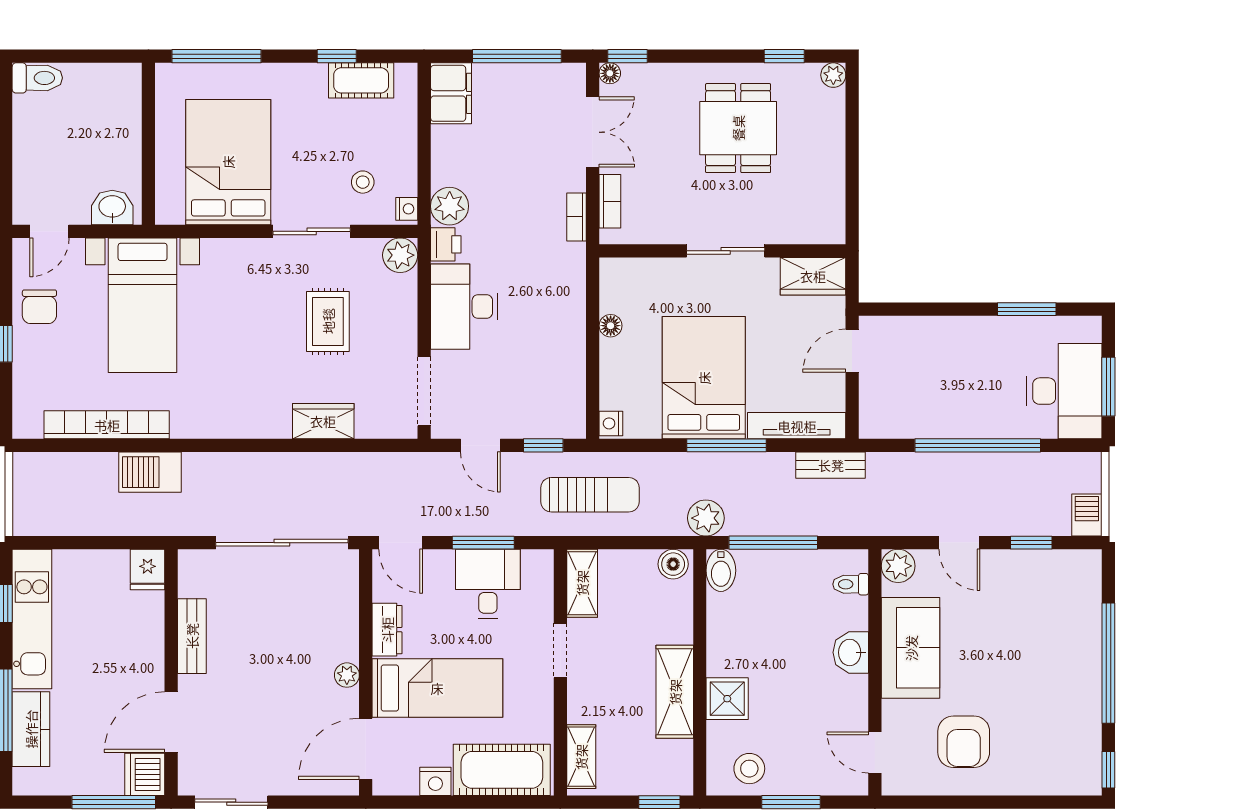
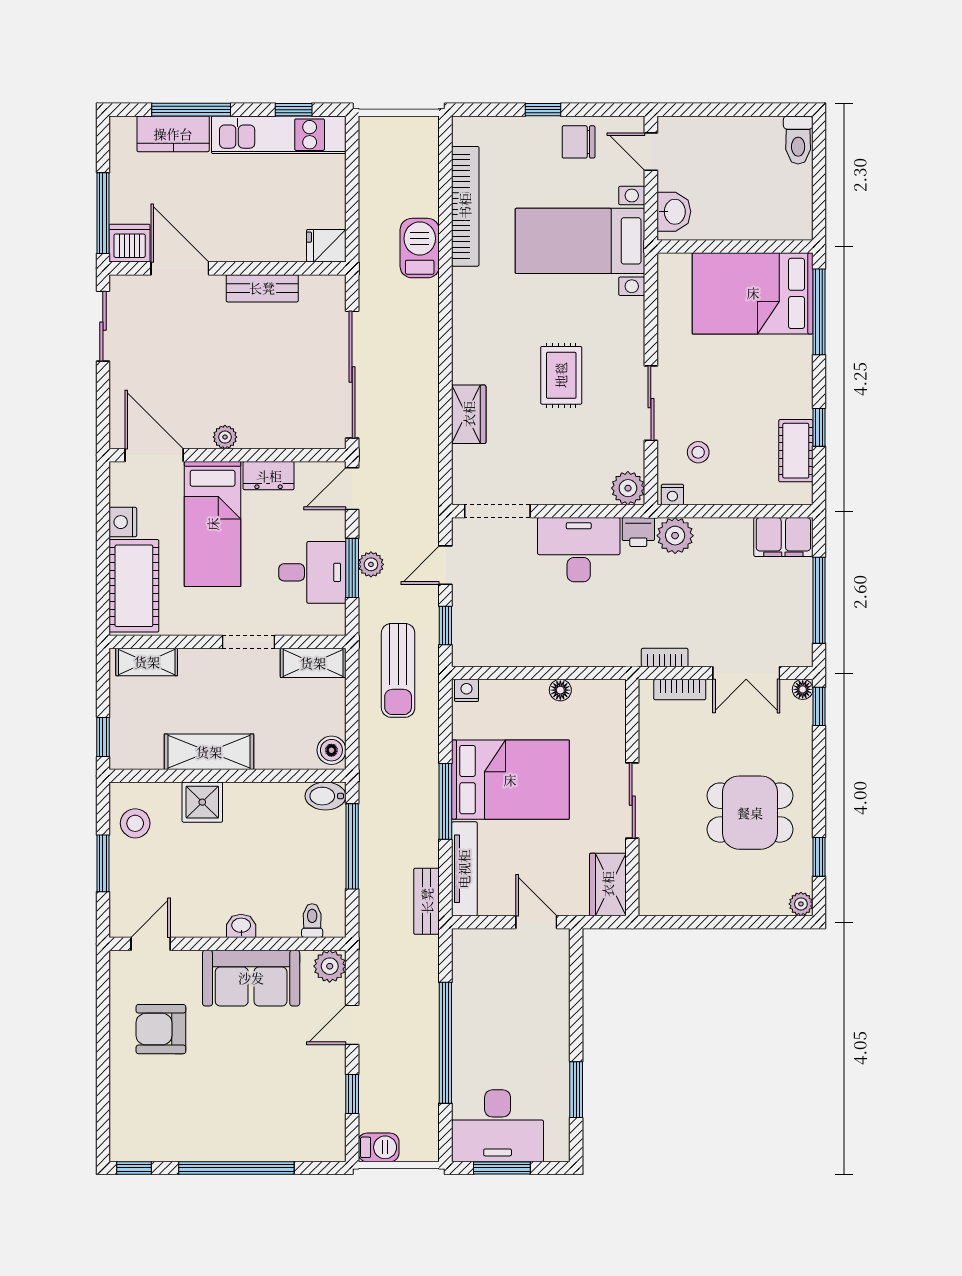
bed: (228, 162) -> (753, 293), moved, turned 180
rug: (328, 321) -> (561, 375), moved, turned 90
plant: (706, 518) -> (371, 564), moved, width x0.73, depth x0.73
washbasin: (851, 652) -> (241, 926), width x0.72, depth x0.69

